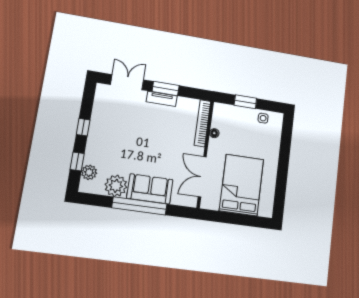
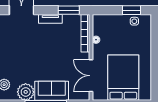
window: (166, 89) -> (69, 10), moved
window: (245, 102) -> (131, 10), moved

